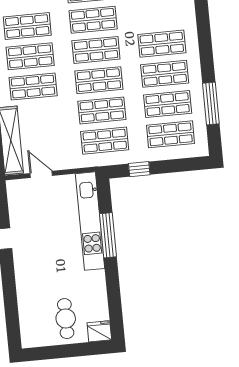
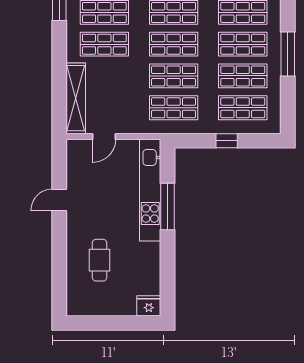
window: (211, 103) -> (288, 54), moved
window: (139, 169) -> (227, 141), moved
door: (41, 174) -> (104, 137), swing flipped
cafe table: (66, 319) -> (100, 260), moved

